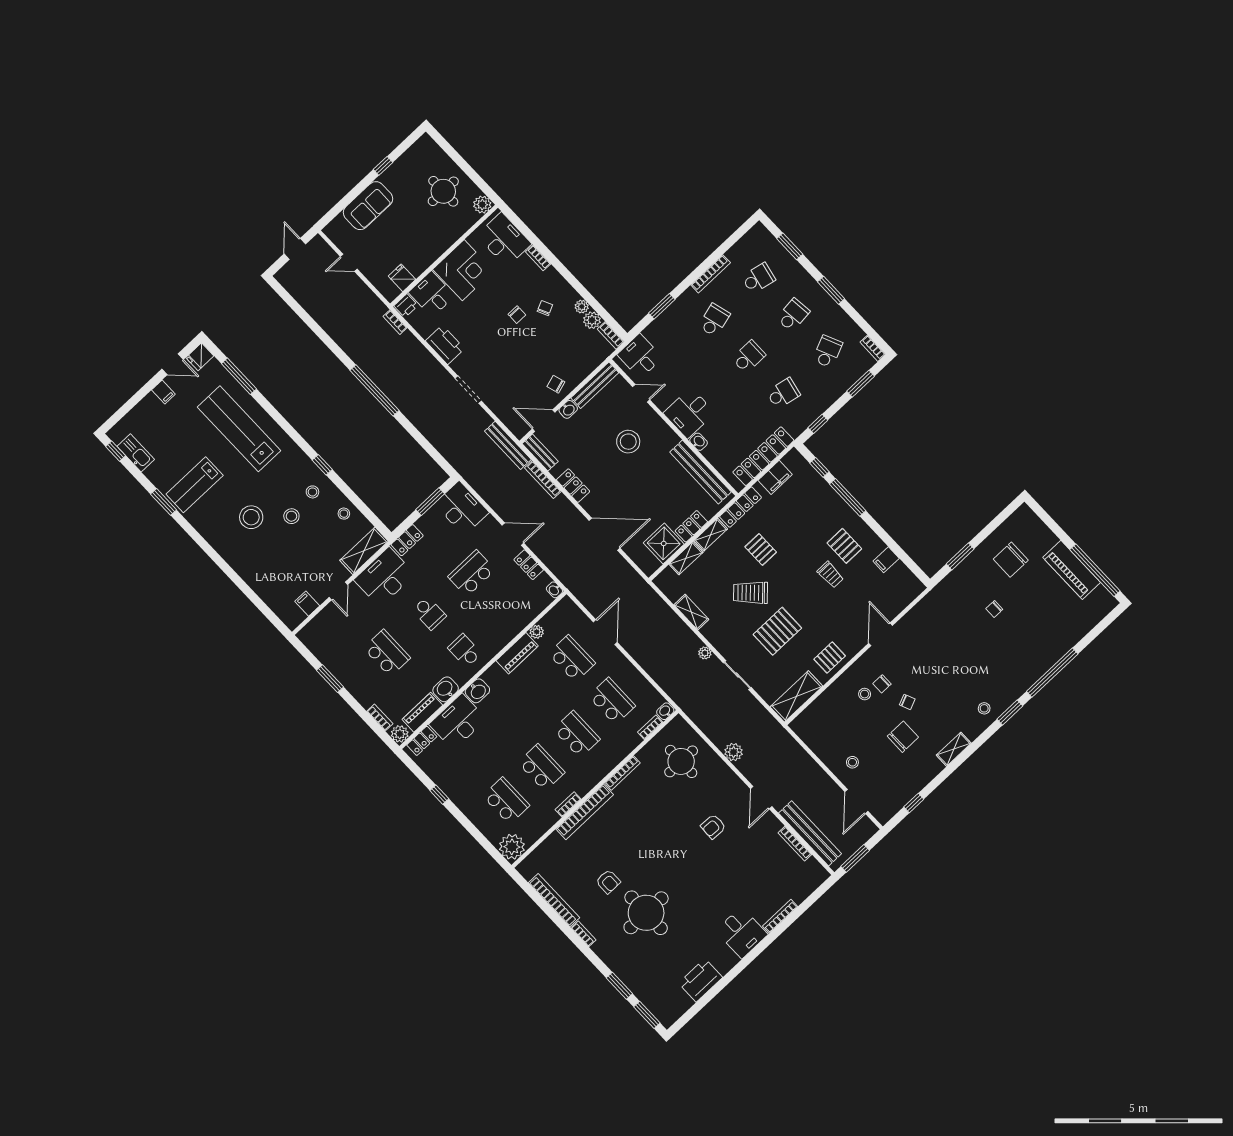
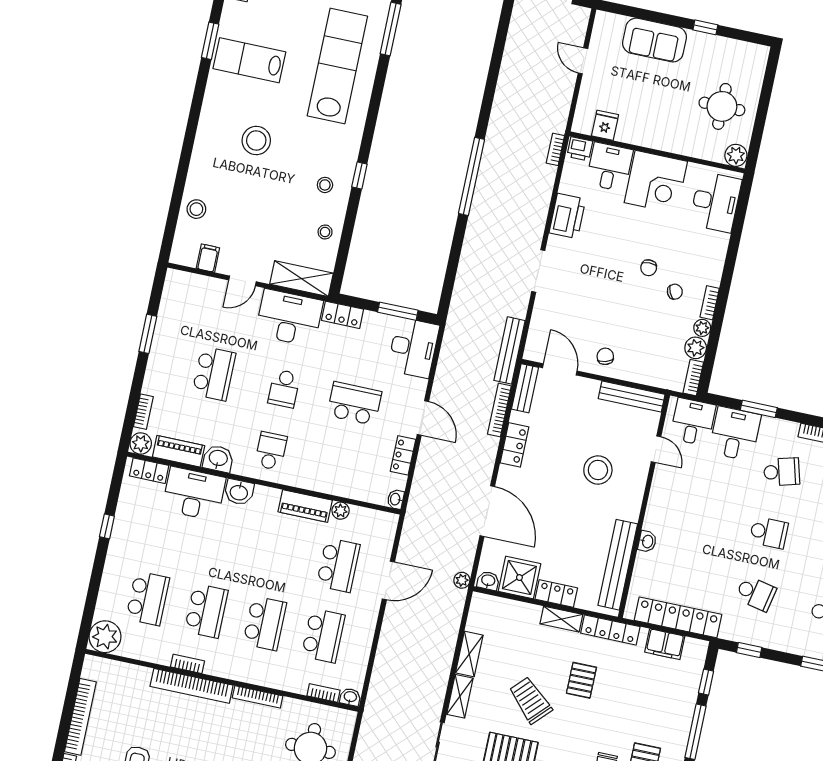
bookcase: (538, 258) -> (710, 303), moved
washbasin: (568, 409) -> (488, 581), moved, turned 180
desk: (689, 413) -> (735, 434), moved, turned 90
stool: (291, 516) -> (196, 209), moved
shelving: (686, 558) -> (460, 696), moved, turned 90
plant: (705, 653) -> (462, 580), moved

